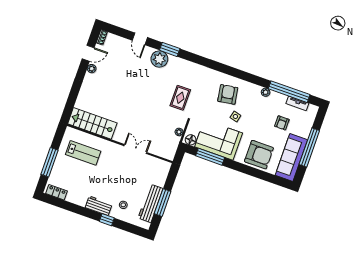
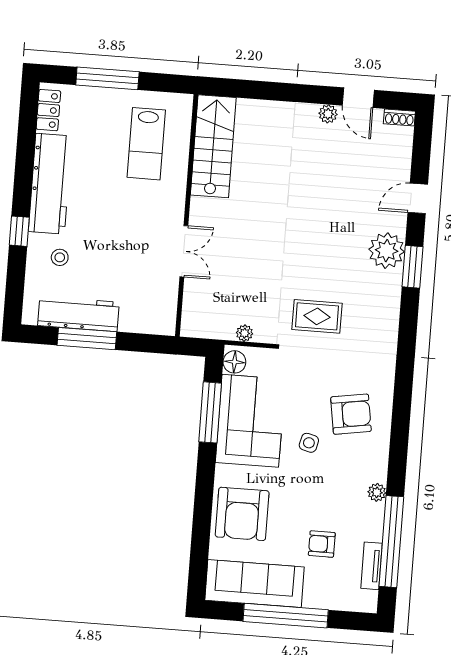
workbench: (99, 206) -> (50, 184), width x1.88, depth x1.32

